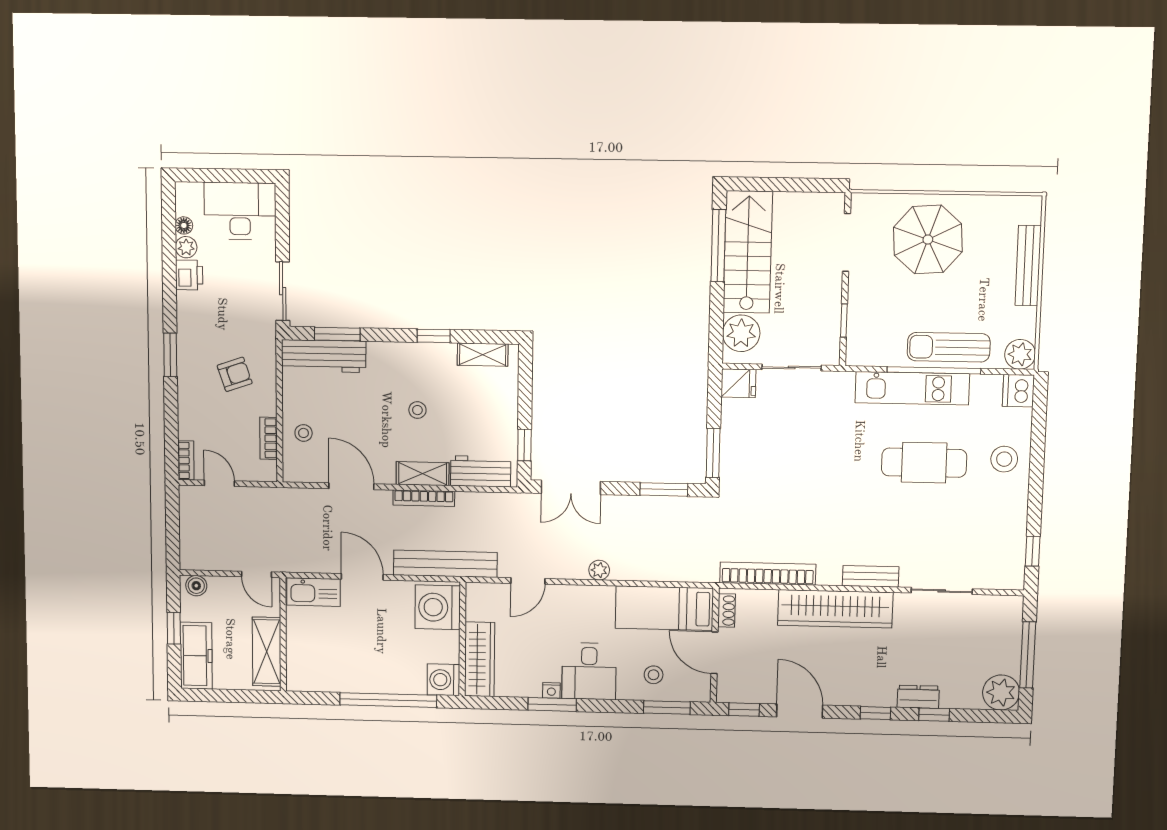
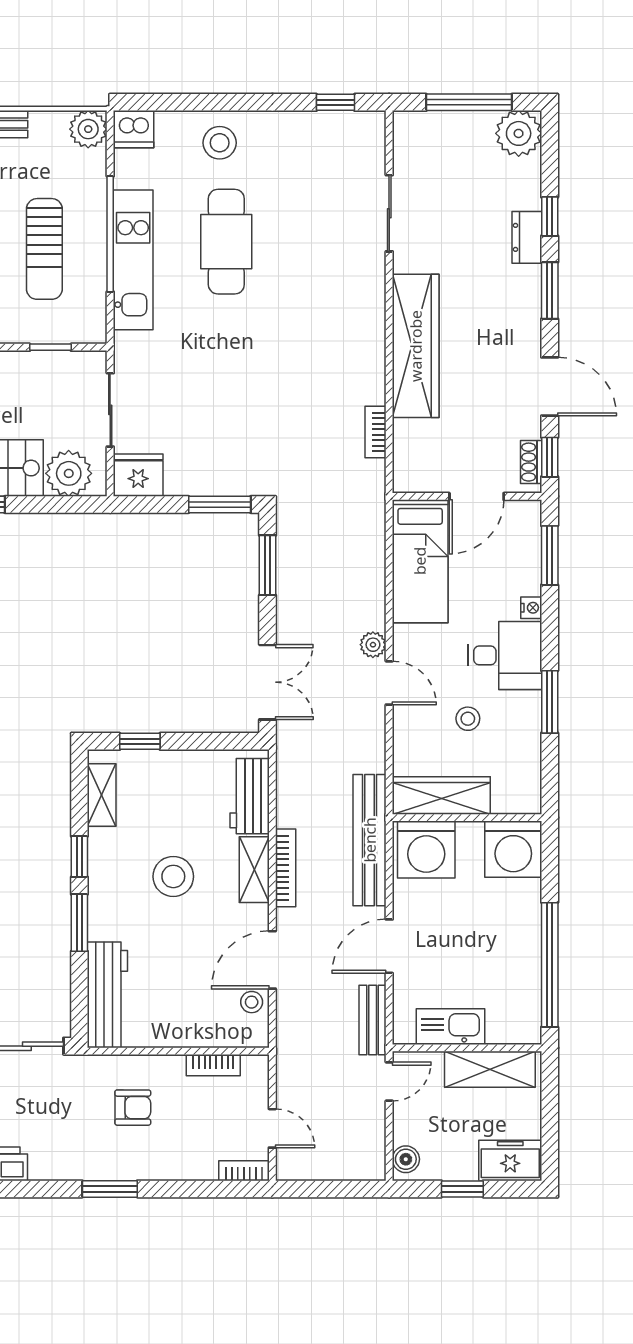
window: (337, 334) -> (79, 923), moved
sun lounger: (949, 347) -> (44, 249), moved
armchair: (235, 374) -> (133, 1108), turned 109
fridge: (738, 383) -> (138, 475), width x1.38
stool: (417, 410) -> (173, 876), width x1.89, depth x1.89
stool: (304, 433) -> (252, 1002), moved
window: (524, 445) -> (140, 741), moved
door: (219, 483) -> (272, 1128), swing flipped
bookcase: (768, 574) -> (376, 432), width x0.43, depth x0.76
bench: (871, 576) -> (373, 1020), moved
door: (528, 581) -> (389, 683), moved
kitchen sink: (313, 592) -> (451, 1027), moved, turned -90
shoe rack: (726, 610) -> (531, 462), moved, turned -90
freezer: (196, 656) -> (510, 1160), width x0.71
wardrobe: (480, 659) -> (441, 795), moved
stool: (654, 675) -> (468, 719), moved
washing machine: (444, 680) -> (513, 849), width x1.37, depth x1.37
nightstand: (551, 690) -> (531, 608), moved
window: (388, 700) -> (550, 965), moved
door: (800, 711) -> (550, 386), swing flipped
window: (875, 713) -> (550, 291), width x1.50

